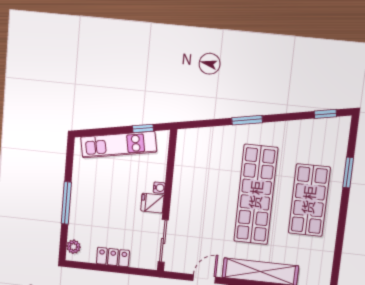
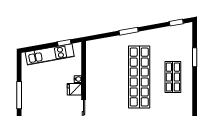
shop shelf: (309, 200) -> (173, 77), width x0.70, depth x0.74

